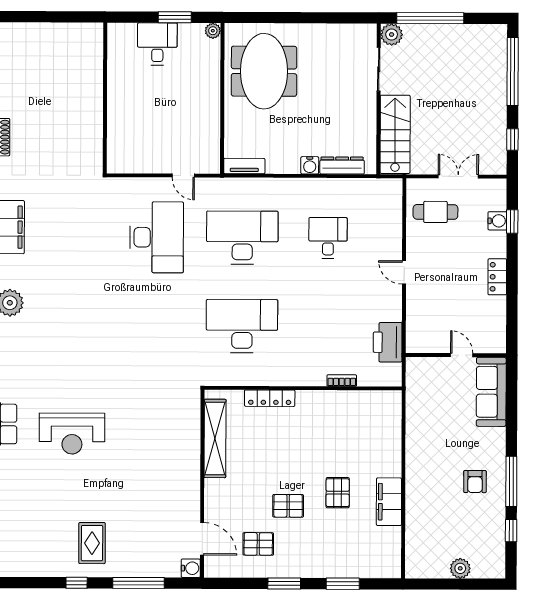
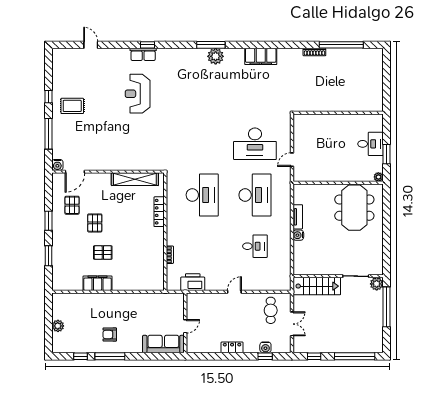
meeting table: (264, 71) -> (354, 208), turned 90
tv unit: (244, 166) -> (298, 217), moved
dresser: (342, 166) -> (298, 254), removed

